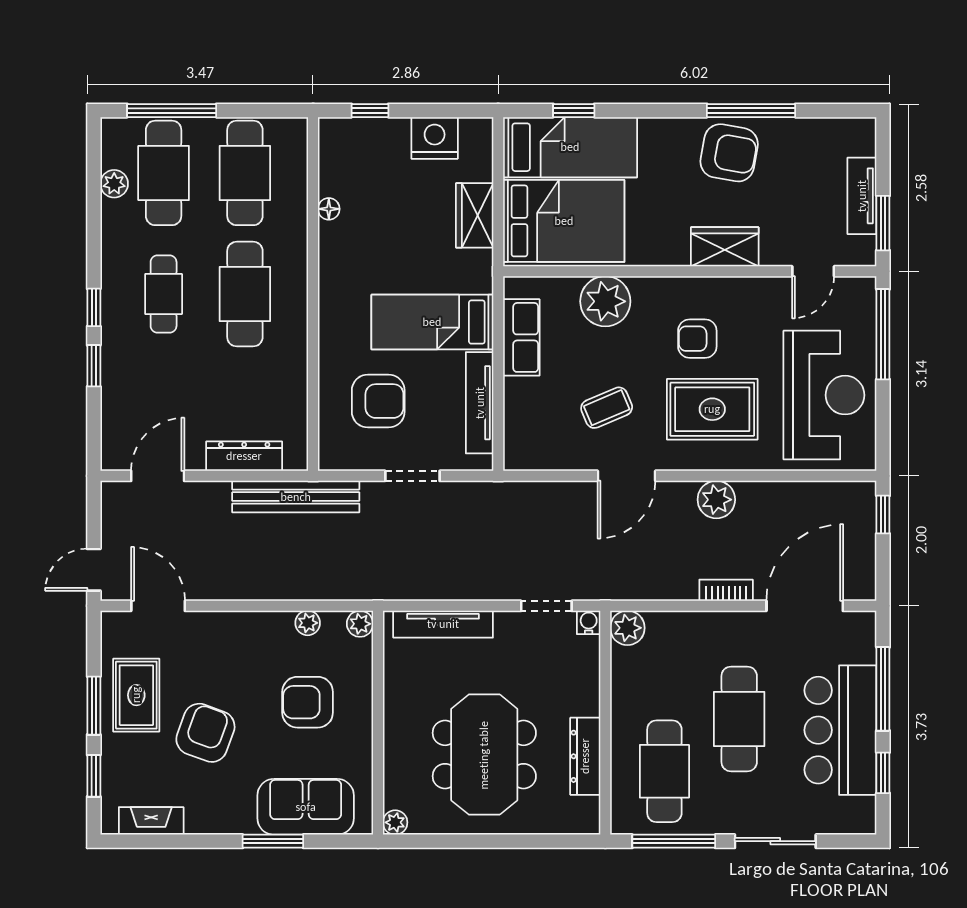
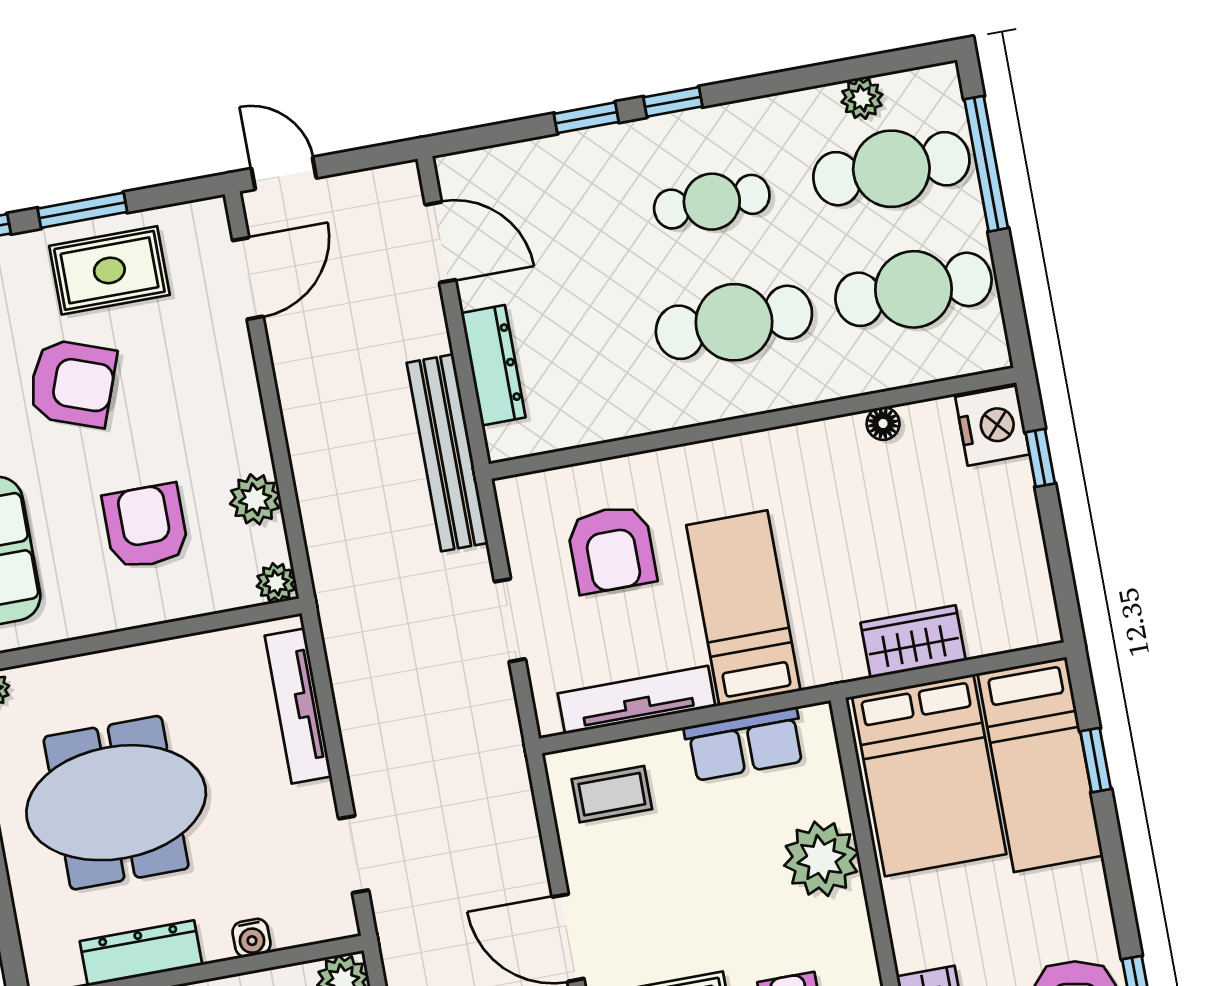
nightstand: (435, 138) -> (992, 426), moved
coffee table: (607, 408) -> (612, 794), moved, turned -67
water cooler: (589, 622) -> (251, 938), moved, turned 90
plant: (308, 623) -> (255, 499), width x1.38, depth x1.38

